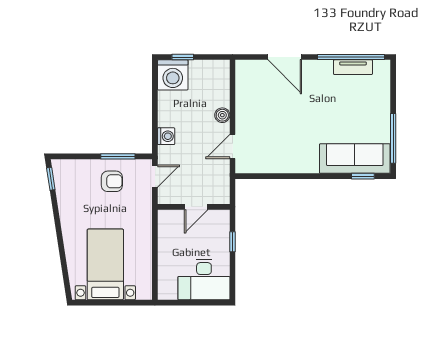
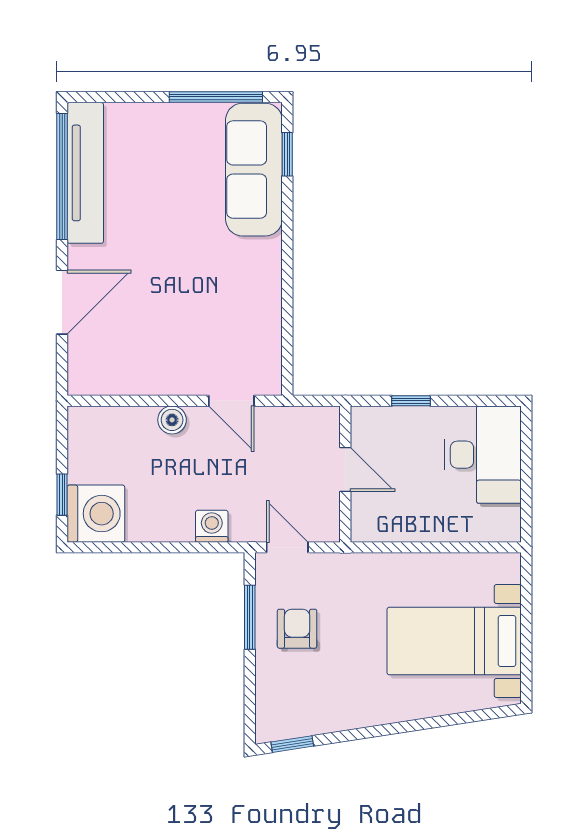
tv unit: (353, 67) -> (85, 173), width x1.92, depth x1.29

